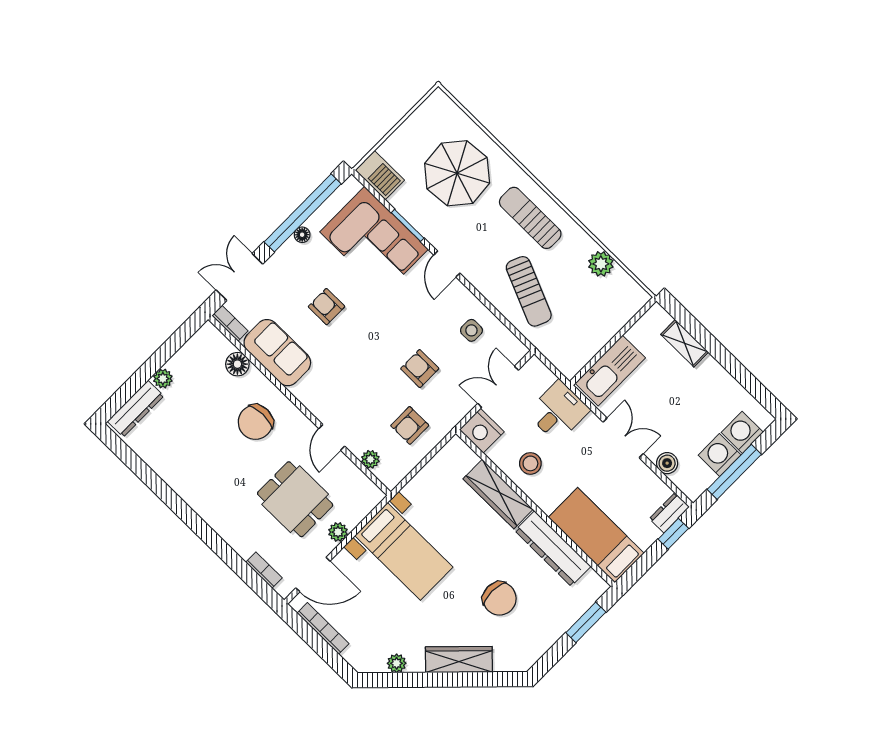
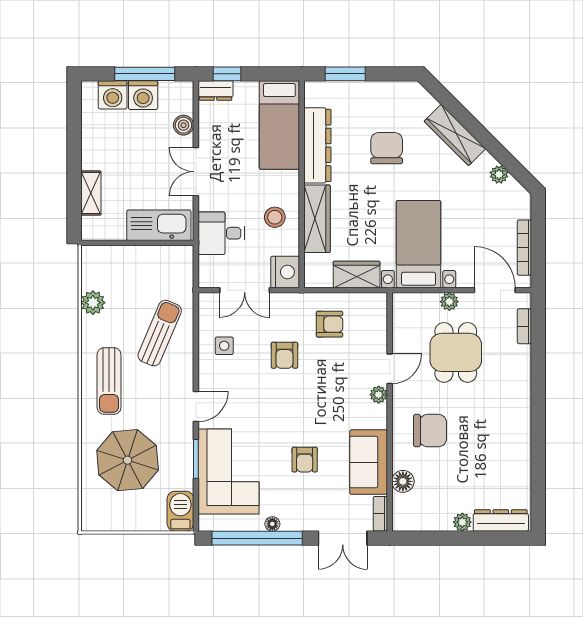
plant: (370, 459) -> (379, 395), moved
wardrobe: (427, 482) -> (357, 274), added

